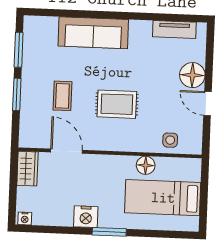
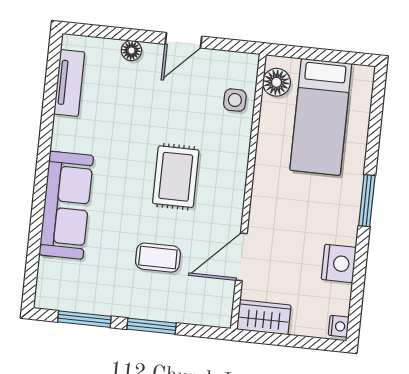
floor lamp: (192, 75) -> (131, 51), width x0.53, depth x0.53
floor lamp: (146, 165) -> (277, 82), moved
nightstand: (86, 217) -> (339, 263), moved

